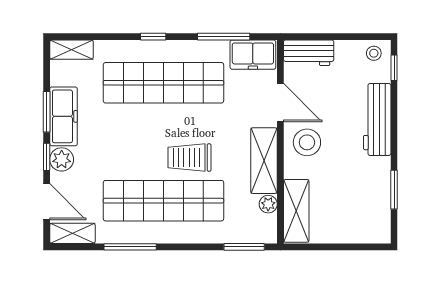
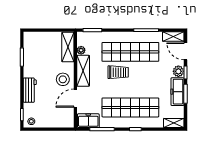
workbench: (309, 53) -> (62, 122), removed
door: (280, 103) -> (75, 98), hinge flipped
workbench: (377, 119) -> (30, 90), width x0.73

